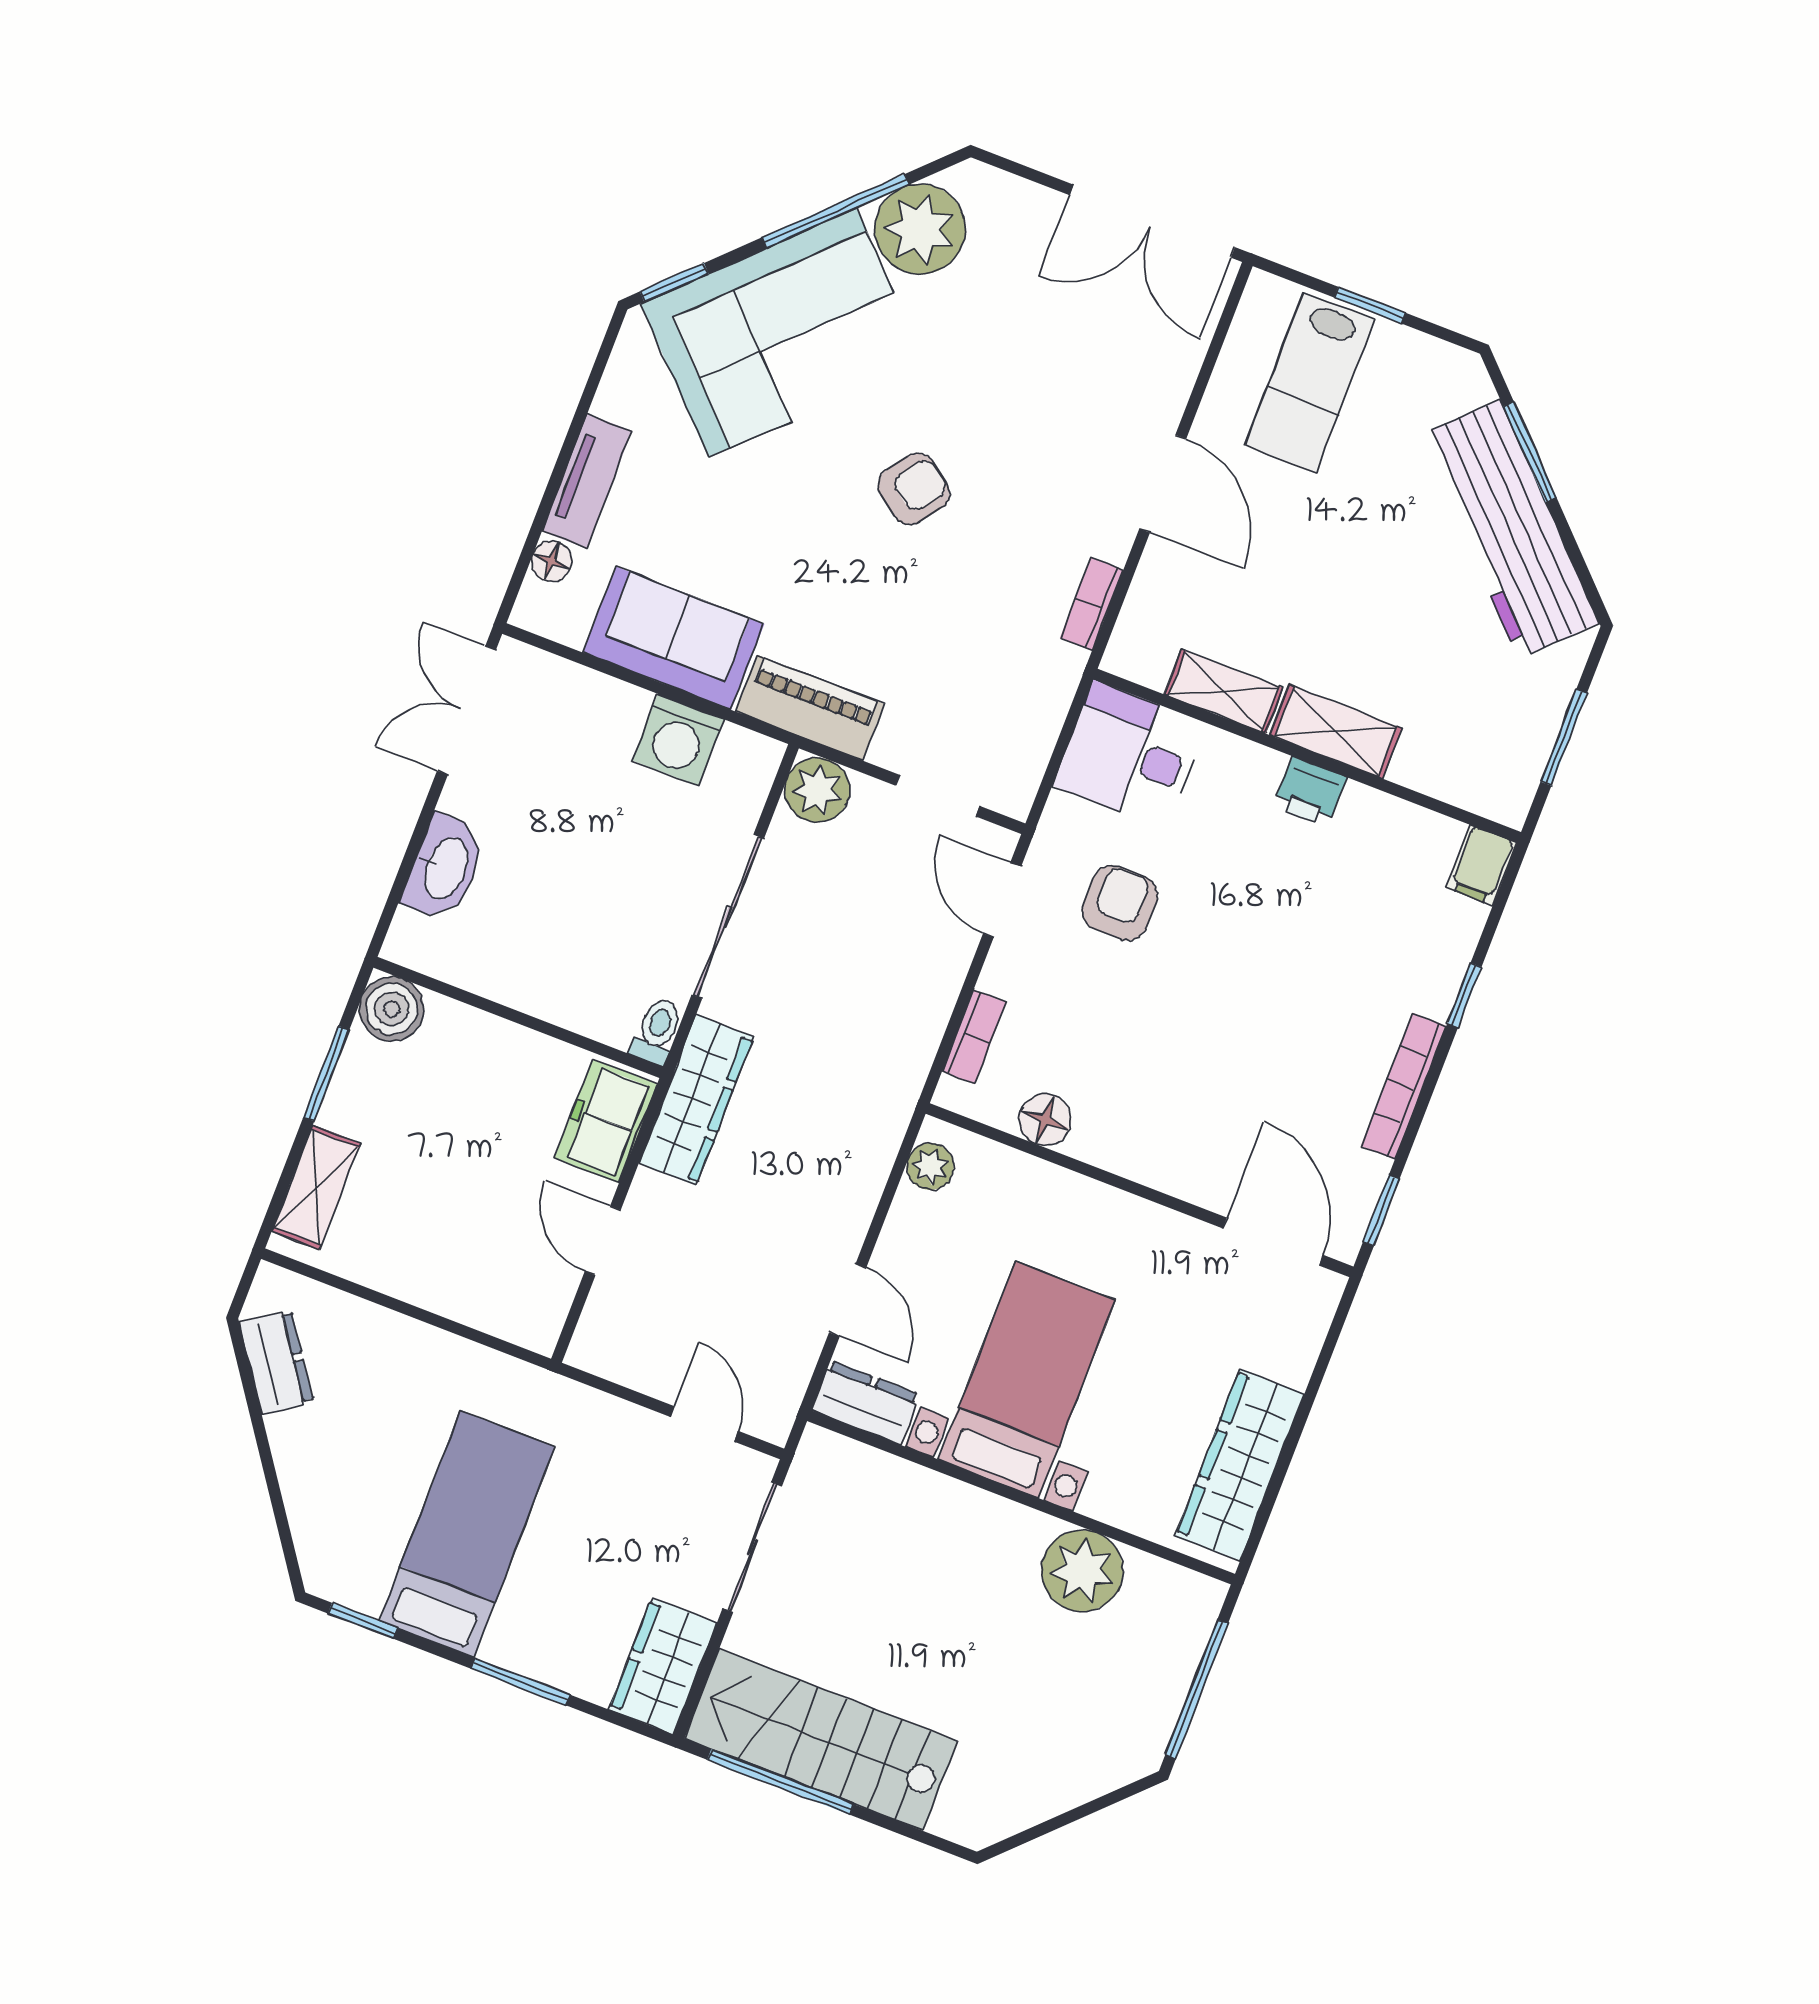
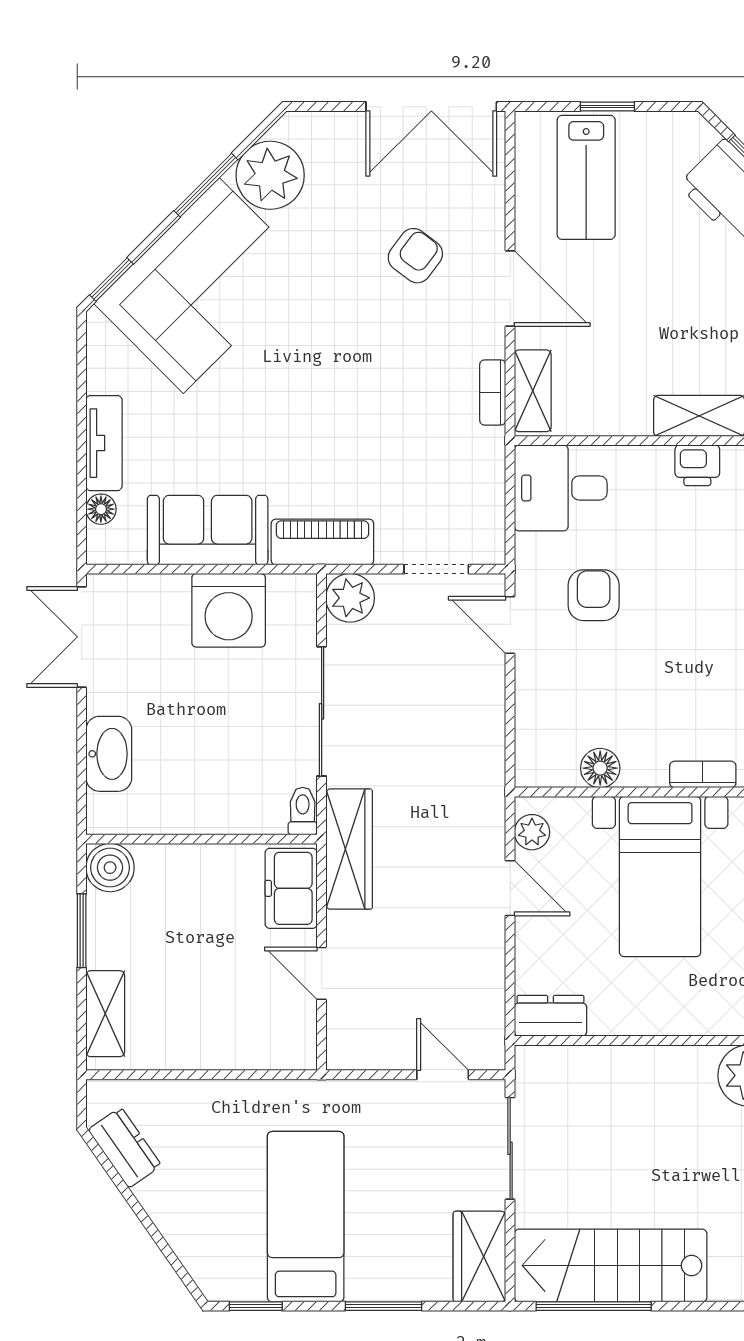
window: (836, 211) -> (206, 185), width x0.69
armchair: (914, 489) -> (415, 256), moved
shelving: (1224, 691) -> (533, 391), moved, turned 90
washing machine: (678, 740) -> (229, 610), width x1.37, depth x1.37
bookcase: (974, 1037) -> (703, 774), moved, turned -90
door: (848, 1300) -> (510, 888), moved
bed with nightstands: (1027, 1380) -> (660, 876), moved, turned 180

